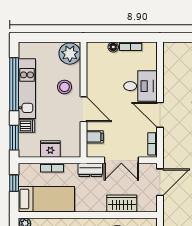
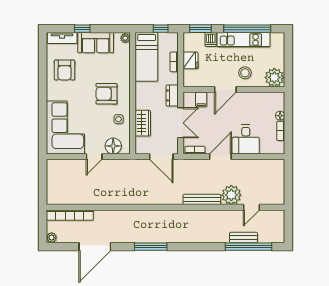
double door: (121, 160) -> (181, 123), swing flipped

